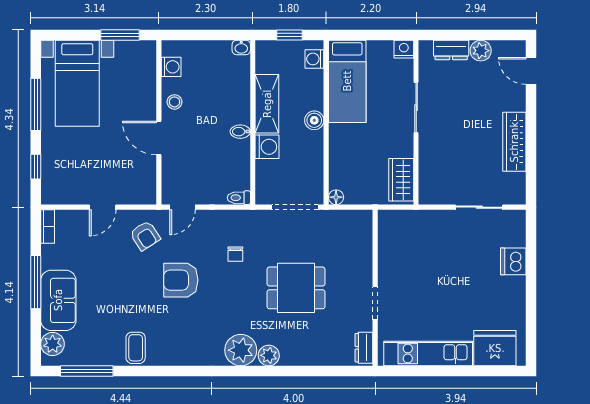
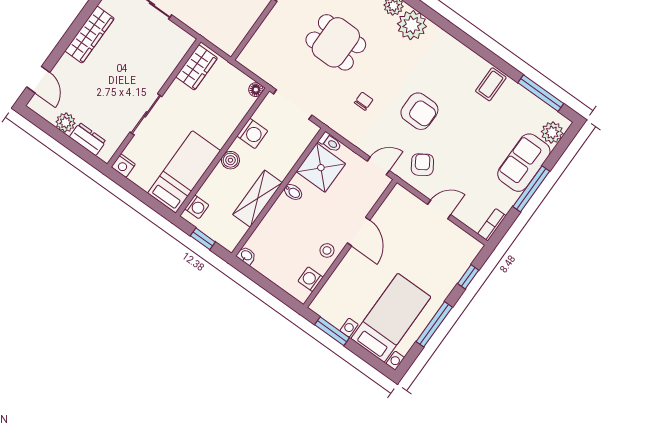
washing machine: (267, 147) -> (252, 133), moved, turned 180
shower: (231, 170) -> (321, 168), added

